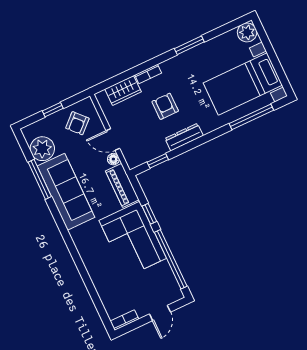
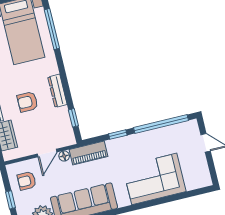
armchair: (77, 123) -> (27, 181), turned 133
corner sofa: (133, 239) -> (154, 179), moved, turned 180
bookcase: (124, 320) -> (206, 175), removed

